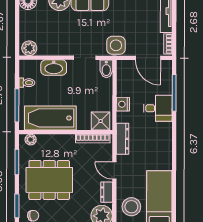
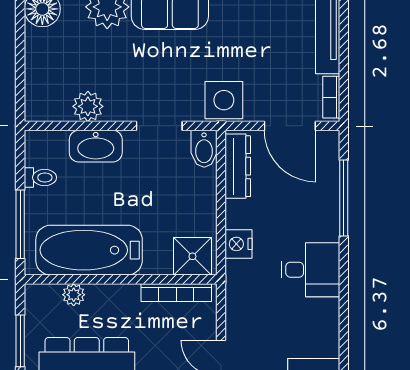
plant: (29, 48) -> (88, 106), moved
nightstand: (123, 104) -> (238, 244), moved
desk: (158, 108) -> (310, 270), moved
dresser: (123, 139) -> (238, 166), moved
plant: (31, 140) -> (74, 295), moved

